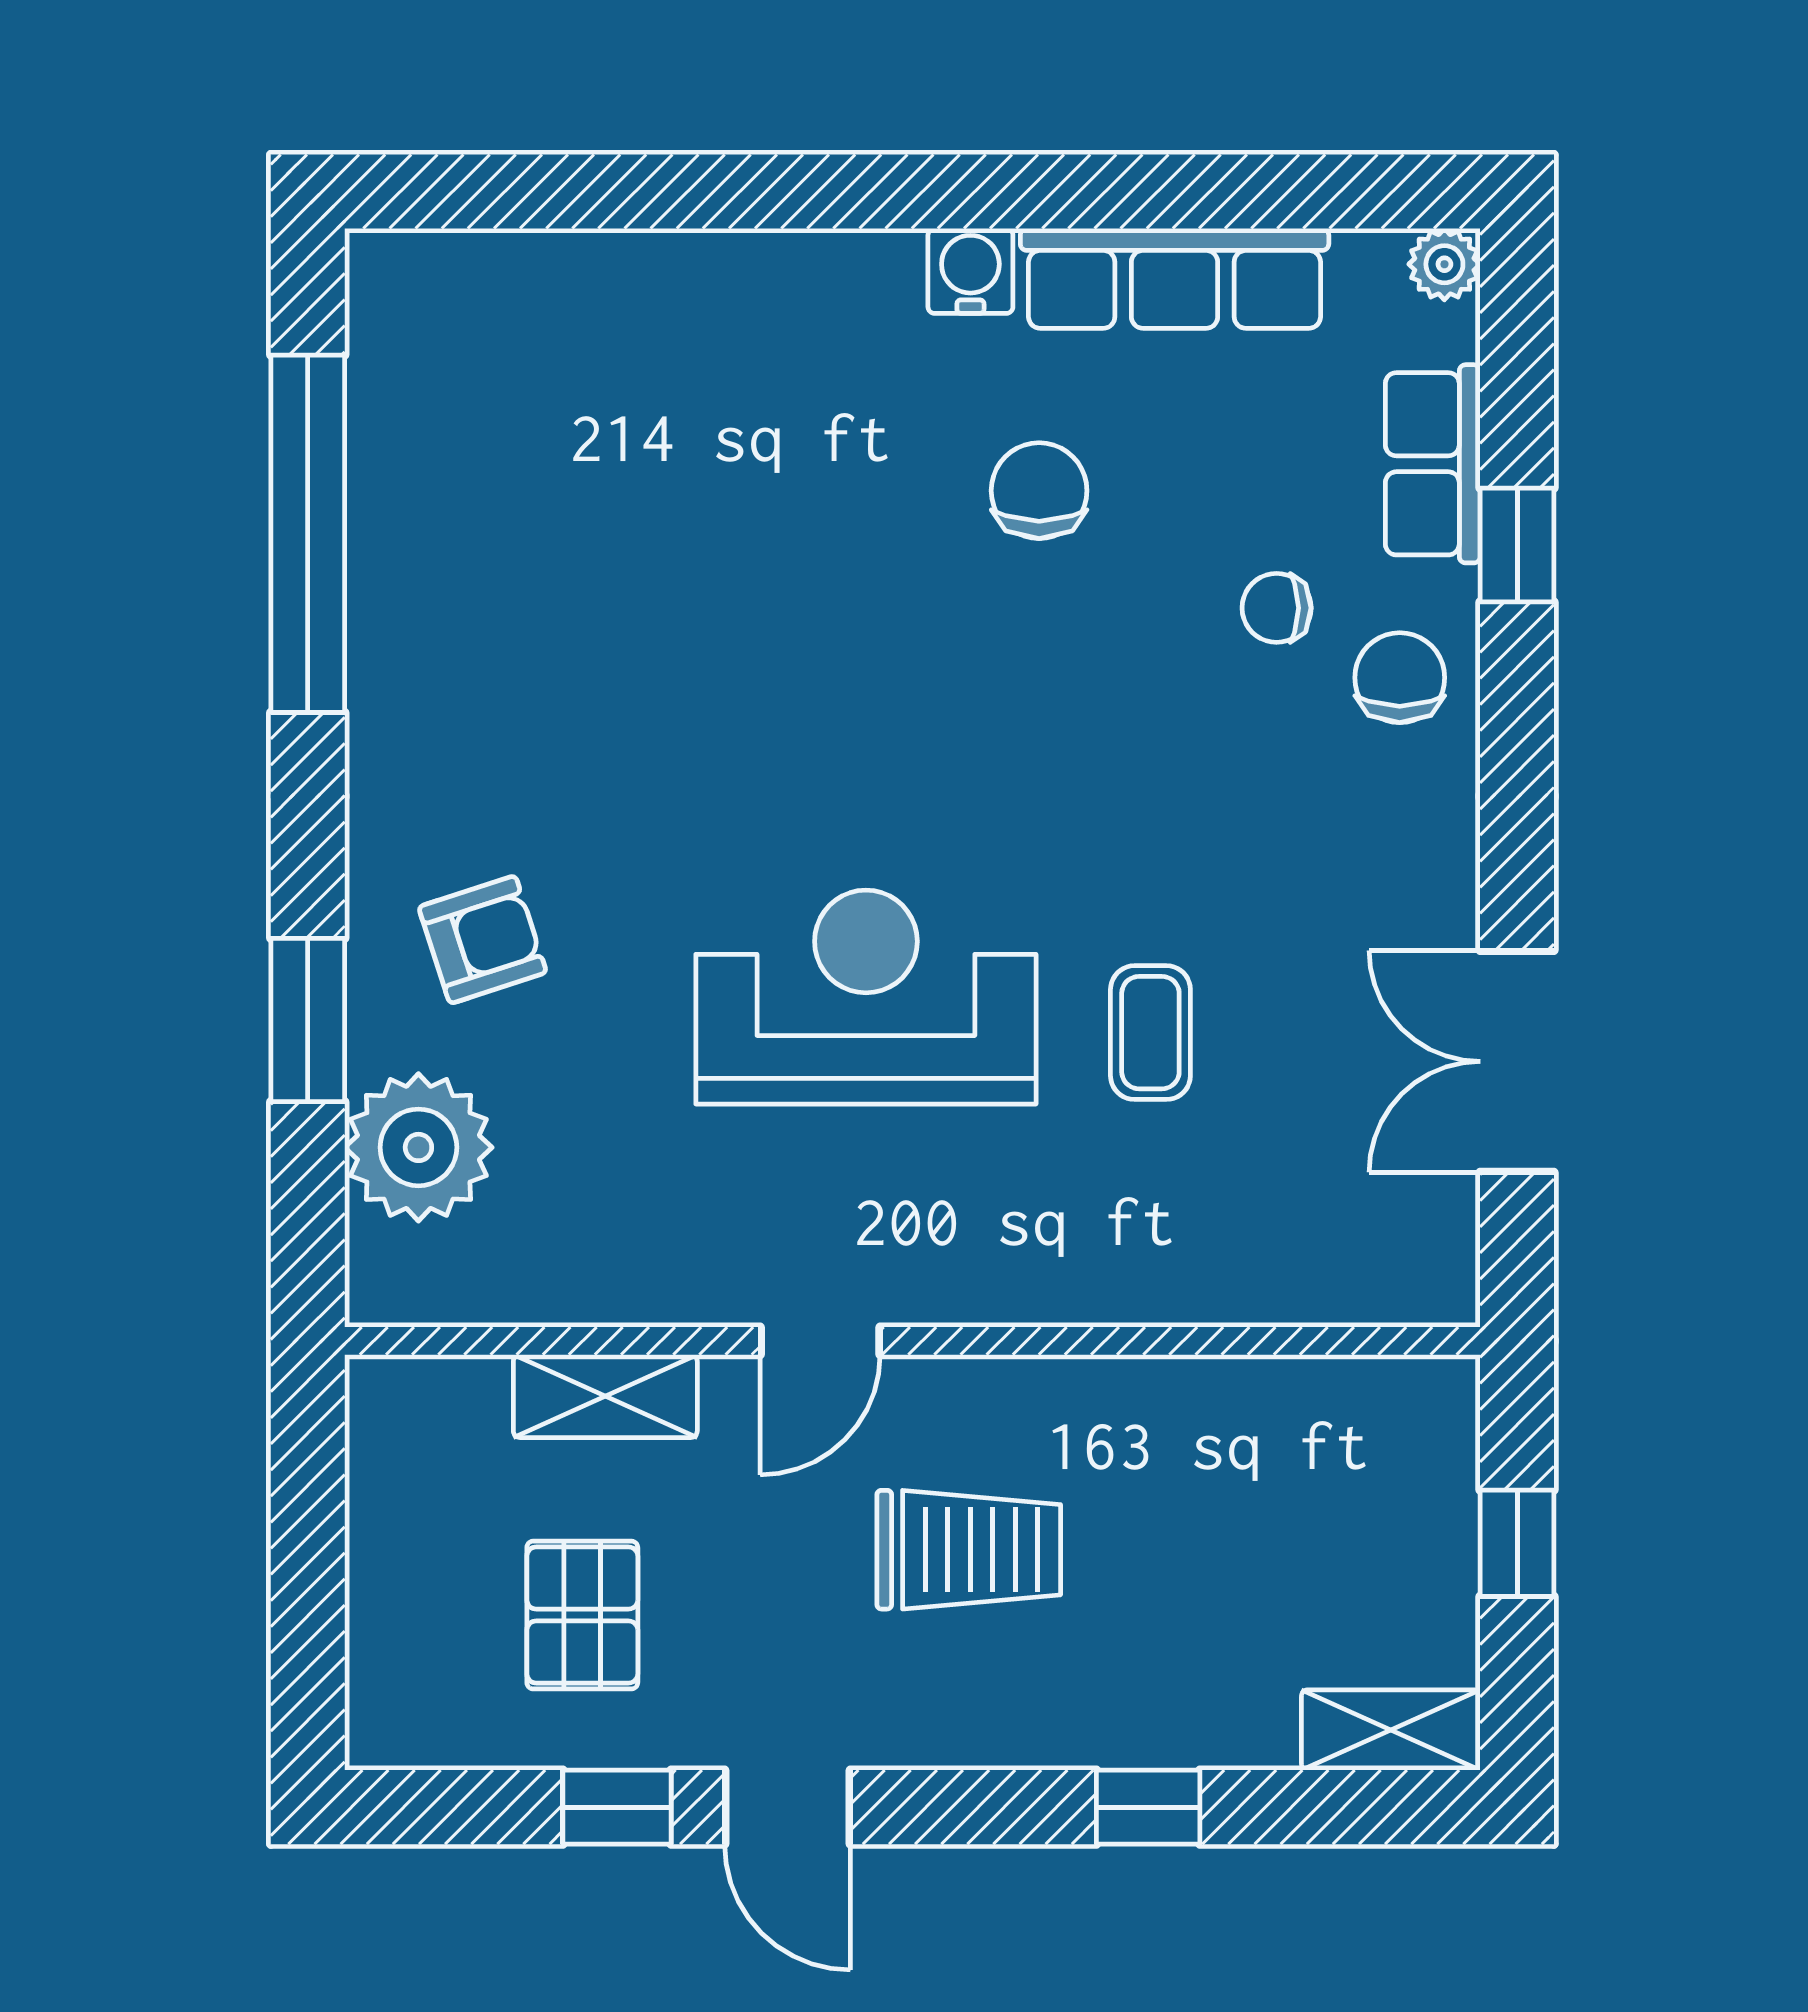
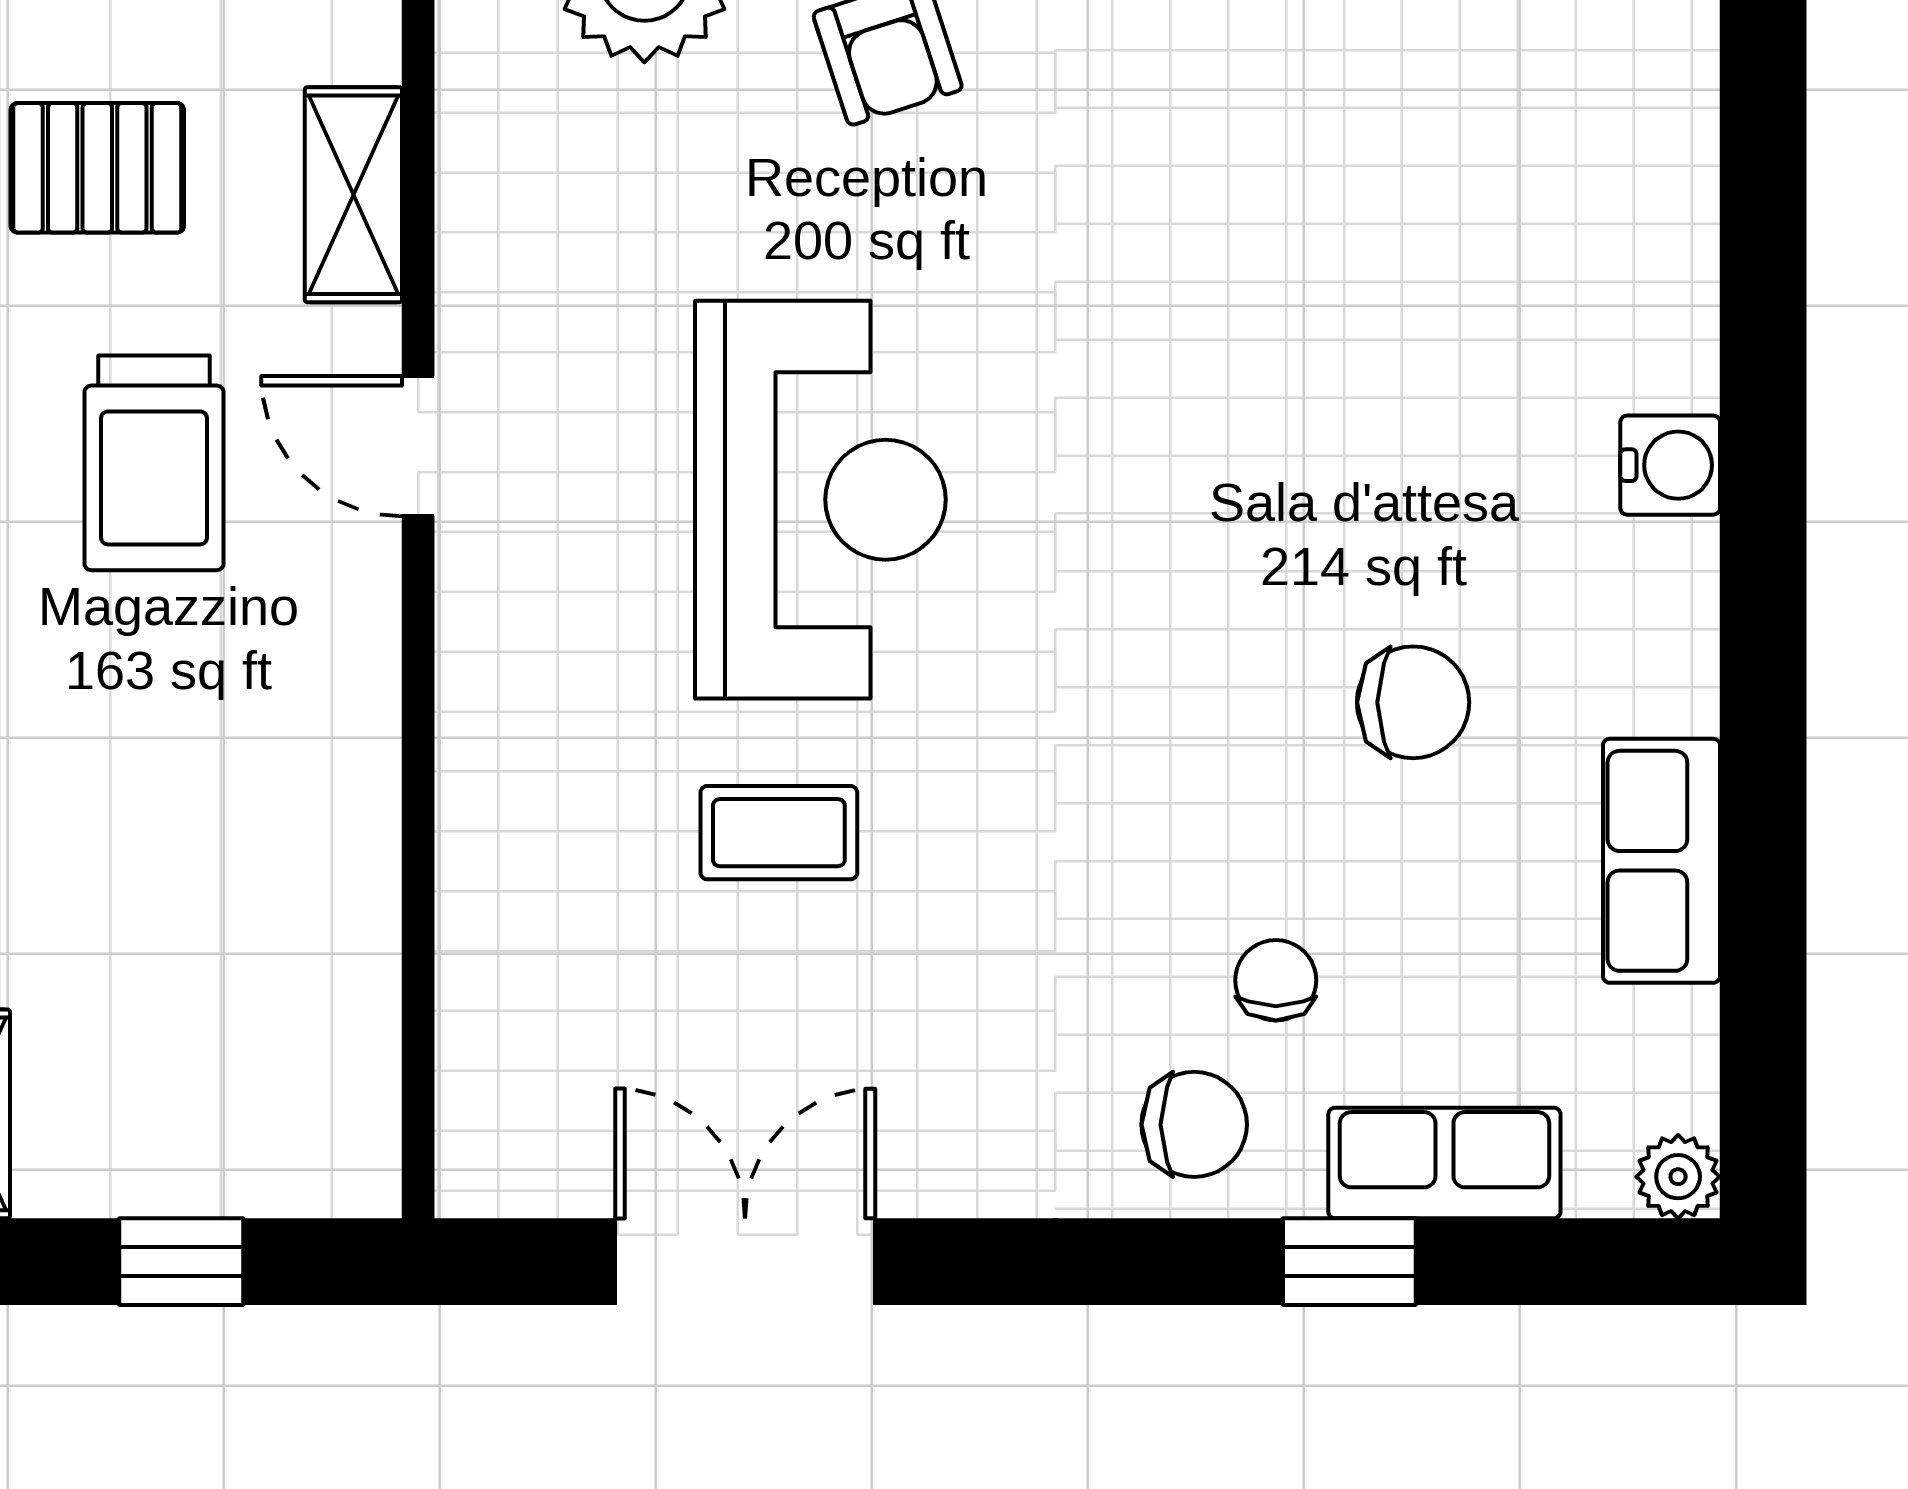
water cooler: (970, 271) -> (1670, 465), moved
row of seats: (1175, 278) -> (1661, 861), width x0.68
trolley: (969, 1550) -> (154, 463), moved

